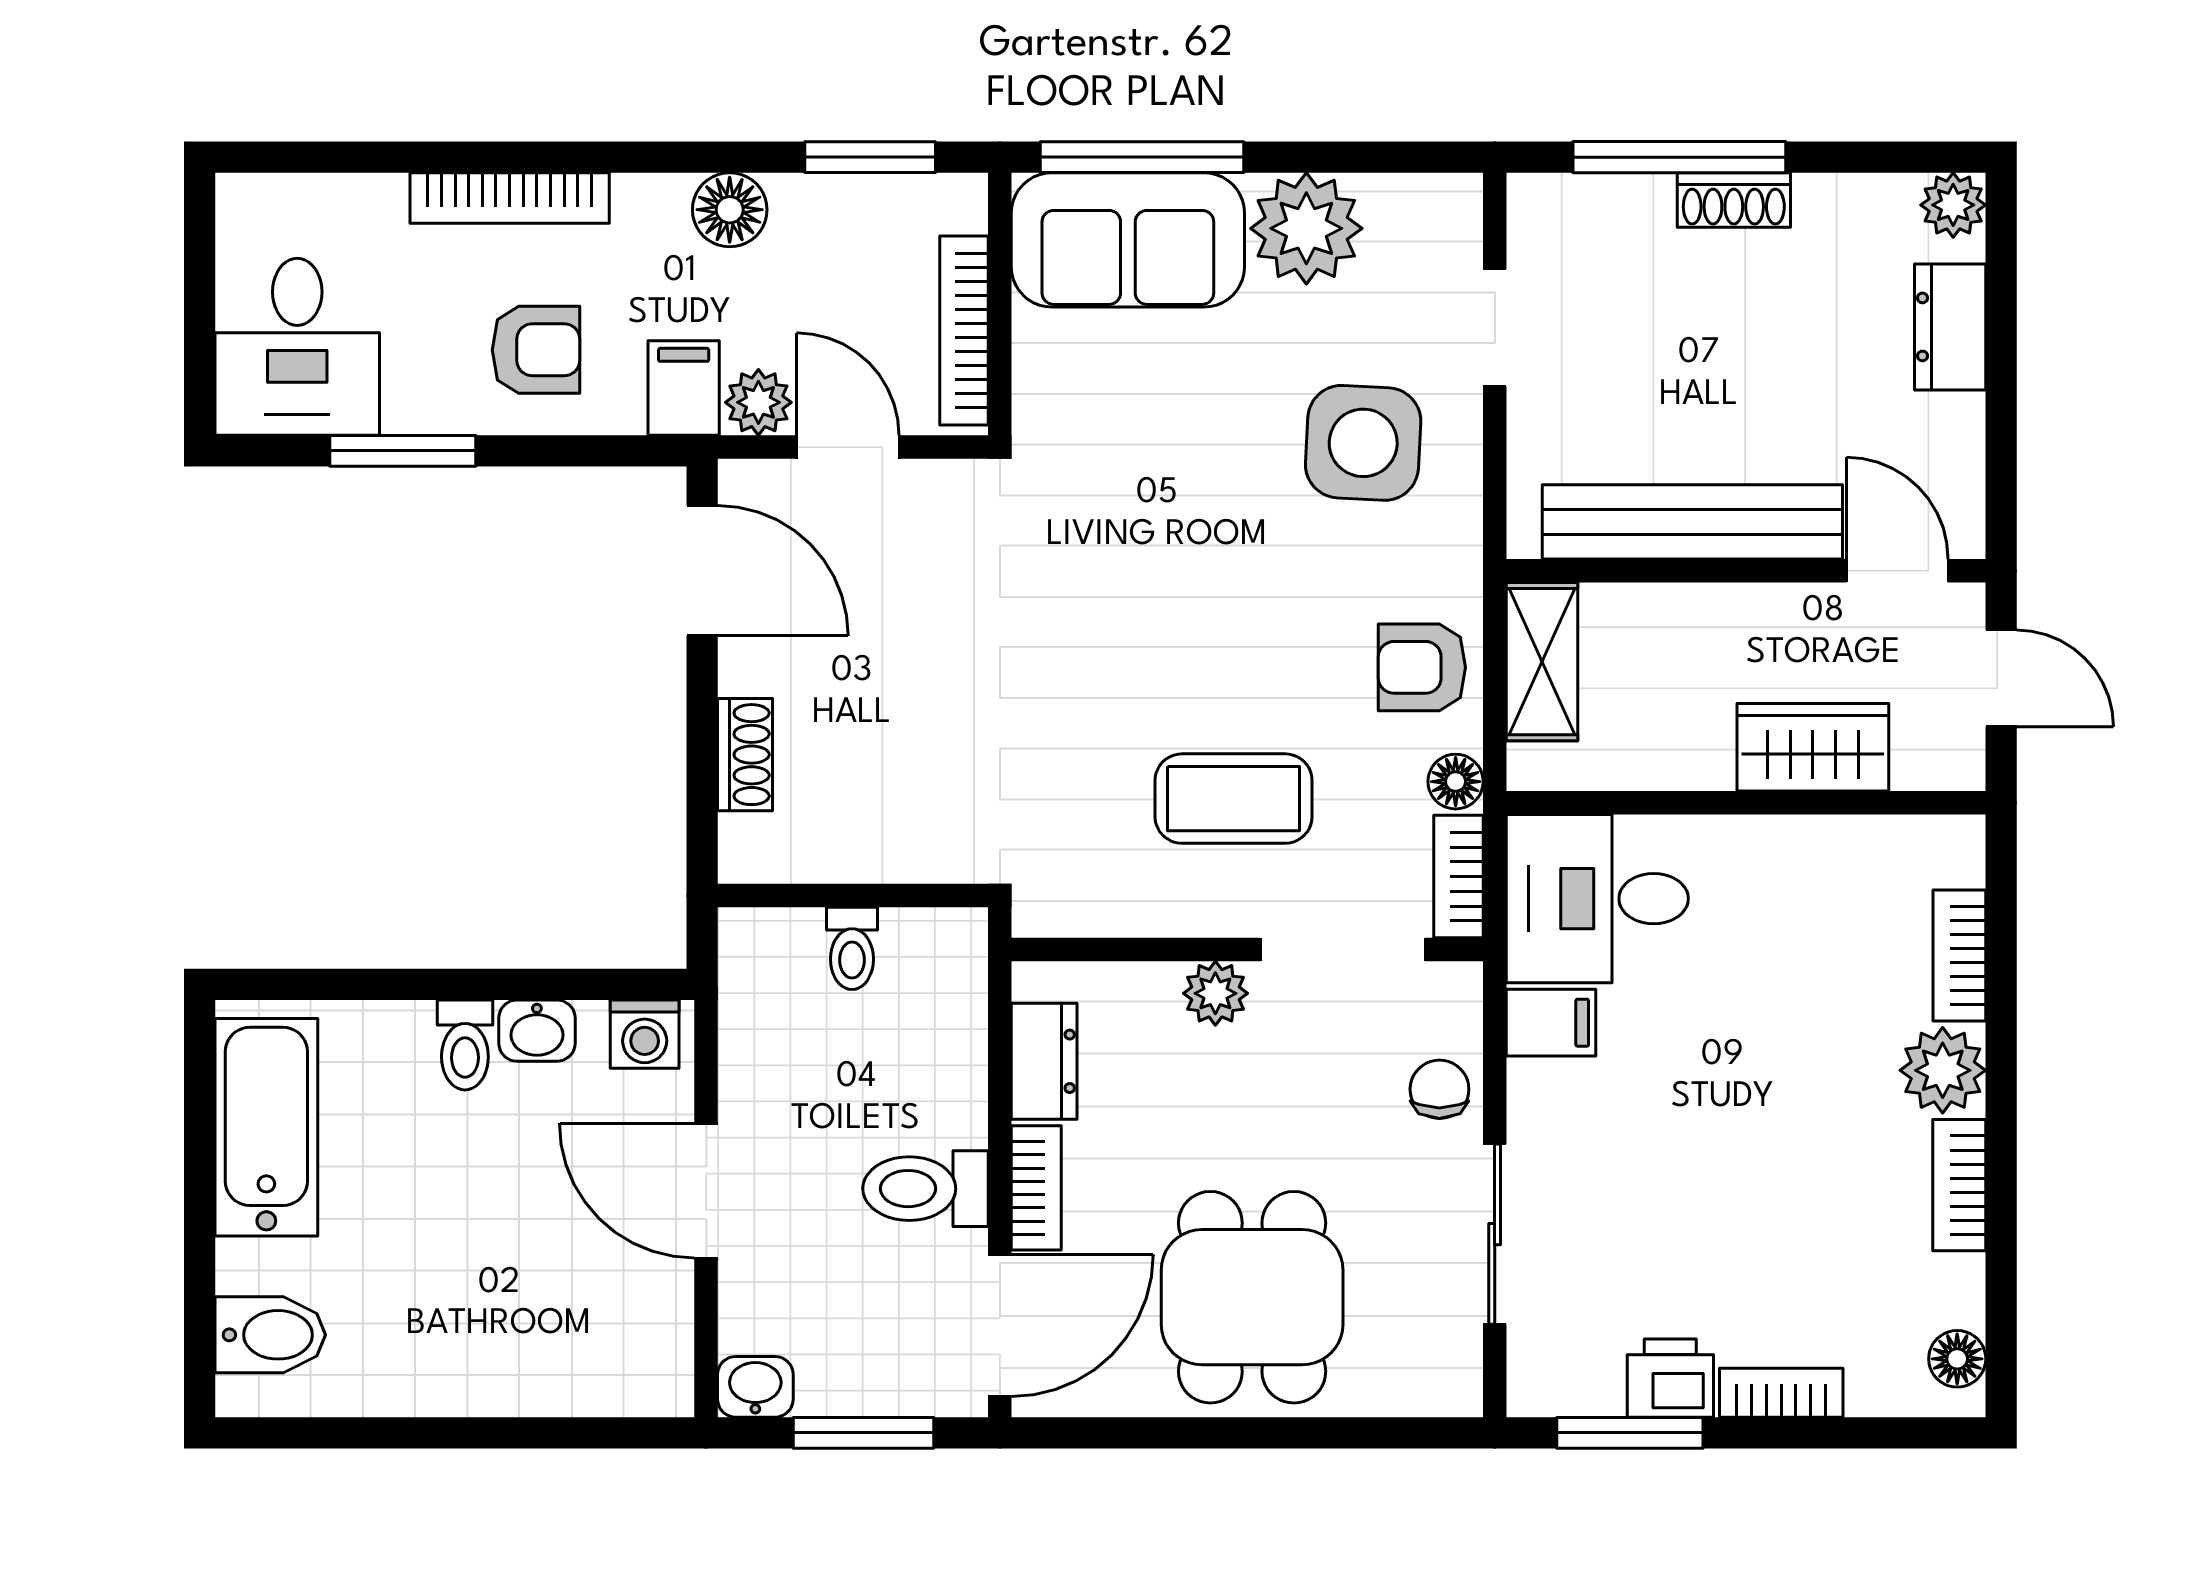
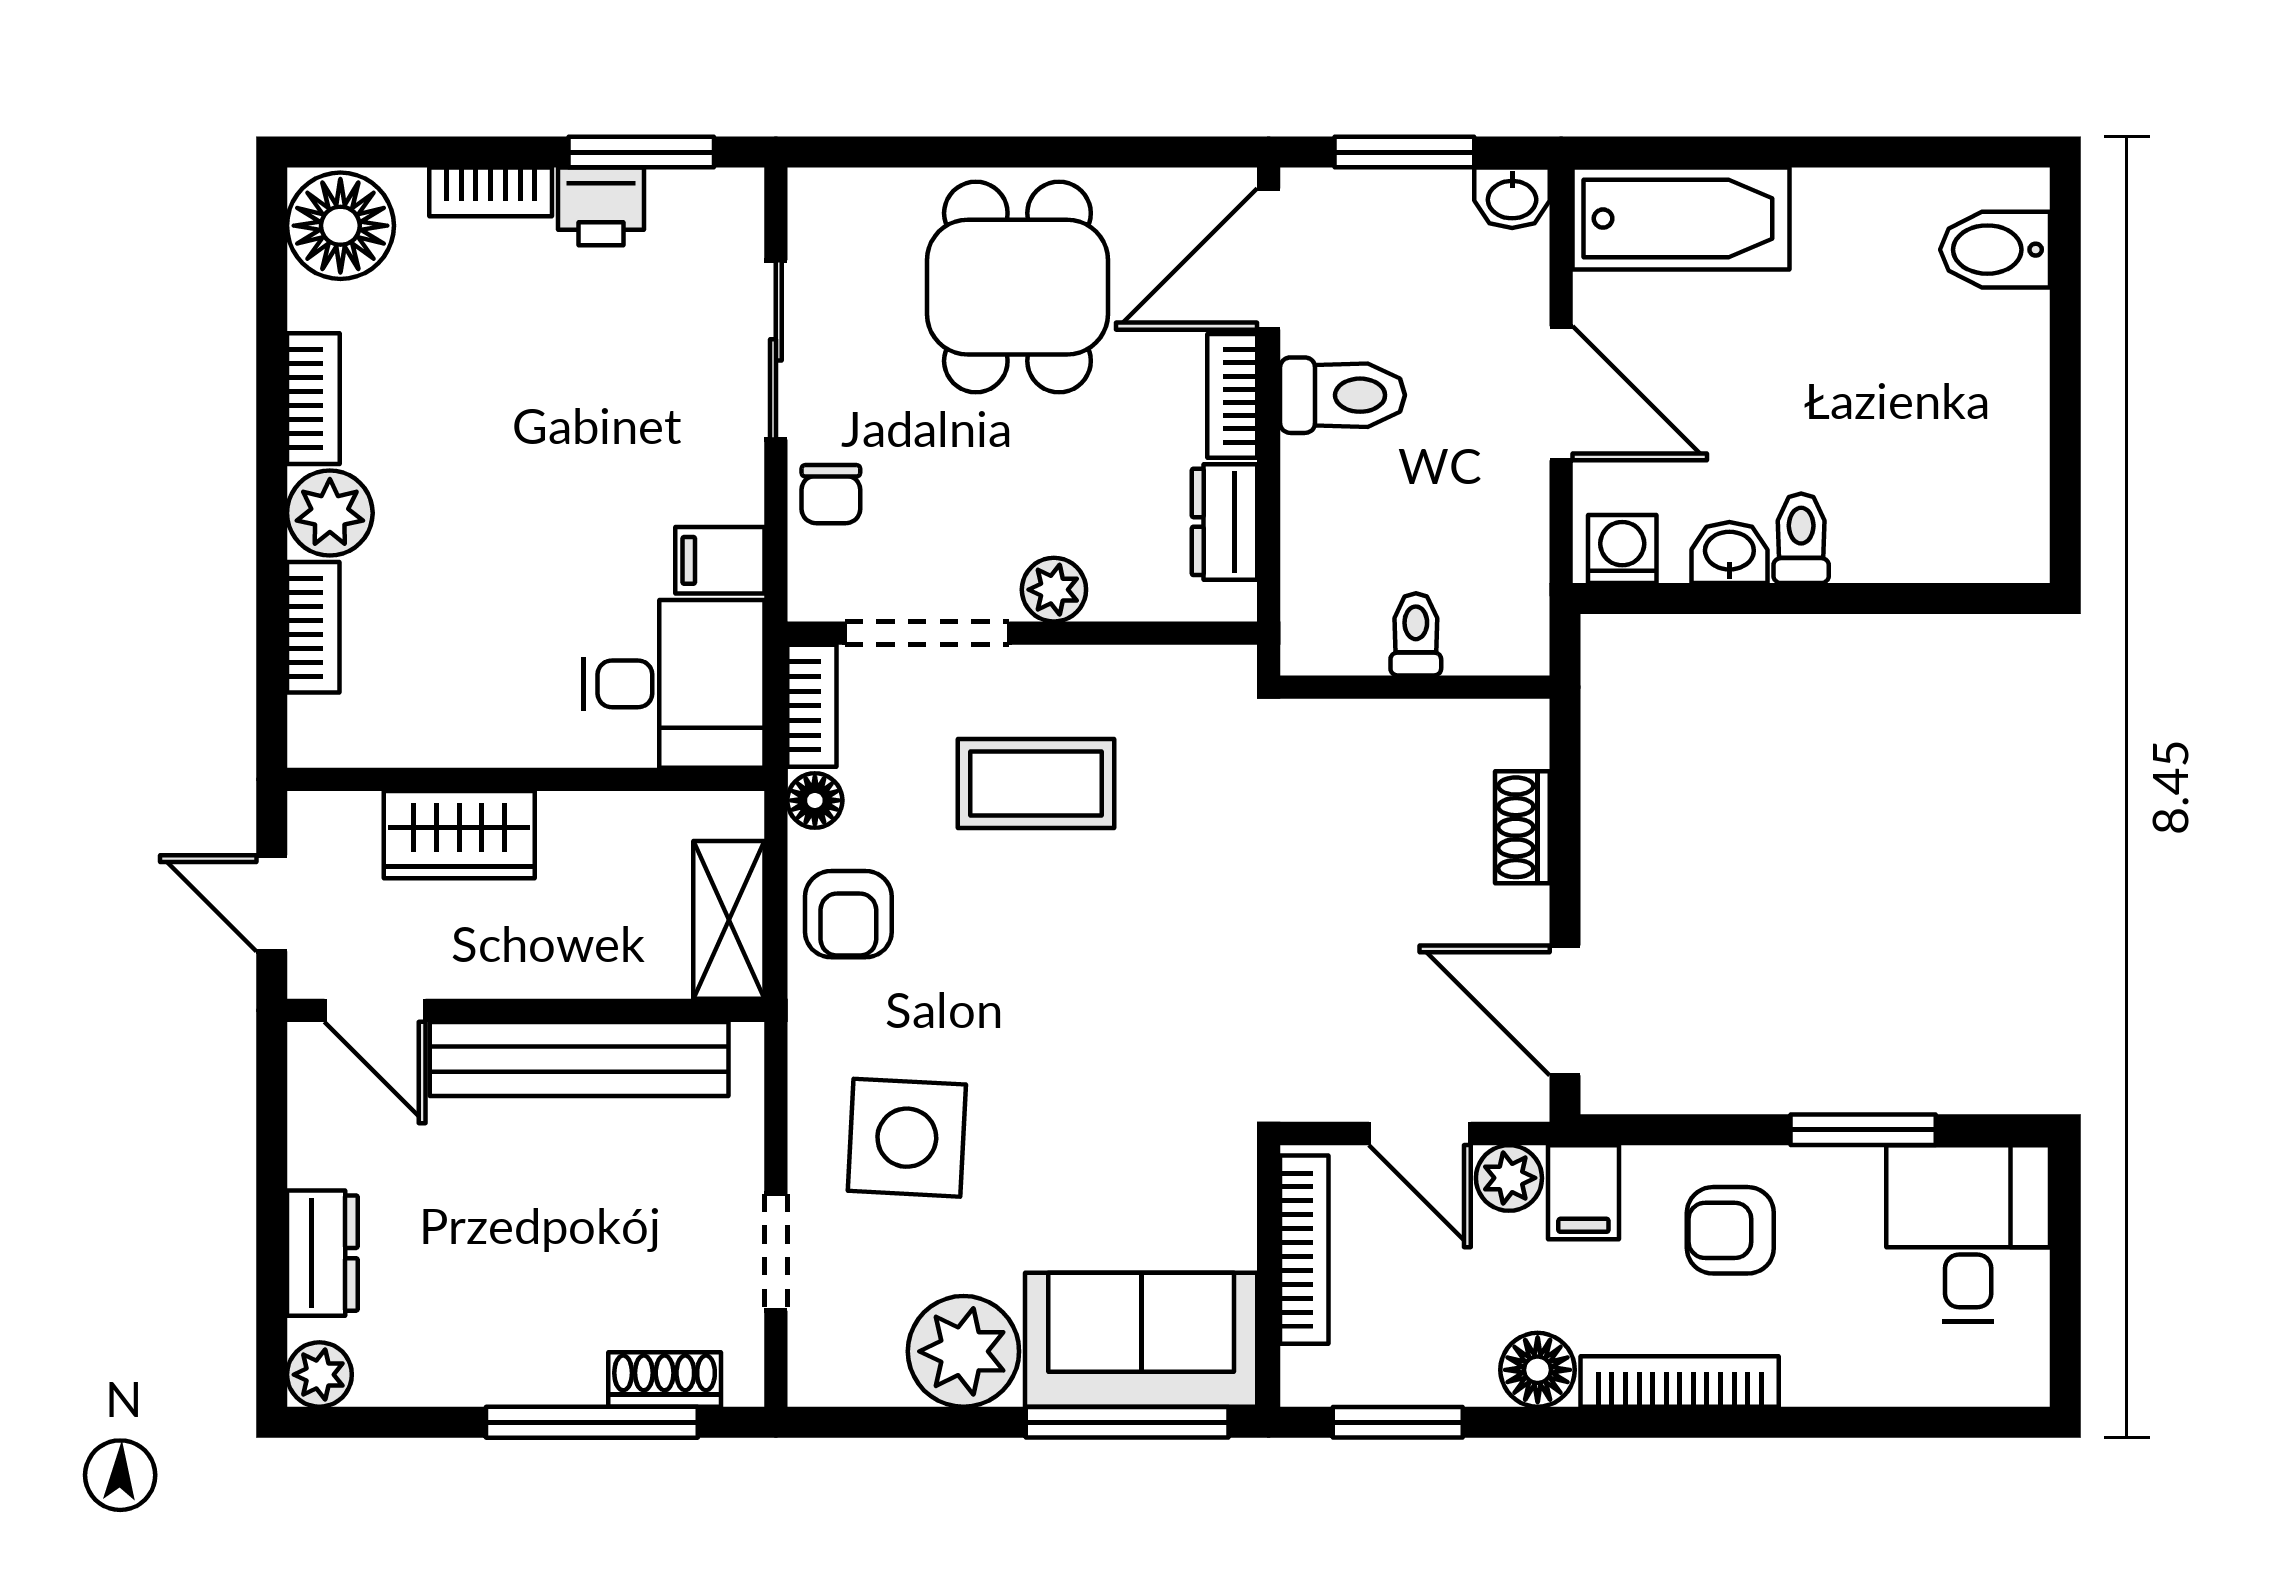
bookcase: (510, 198) -> (1680, 1381), moved
shoe rack: (1734, 200) -> (665, 1379), moved
armchair: (1422, 667) -> (848, 914), turned 90
bathtub: (266, 1127) -> (1681, 219), moved, turned -90
floor lamp: (1957, 1359) -> (340, 226), width x1.89, depth x1.89

